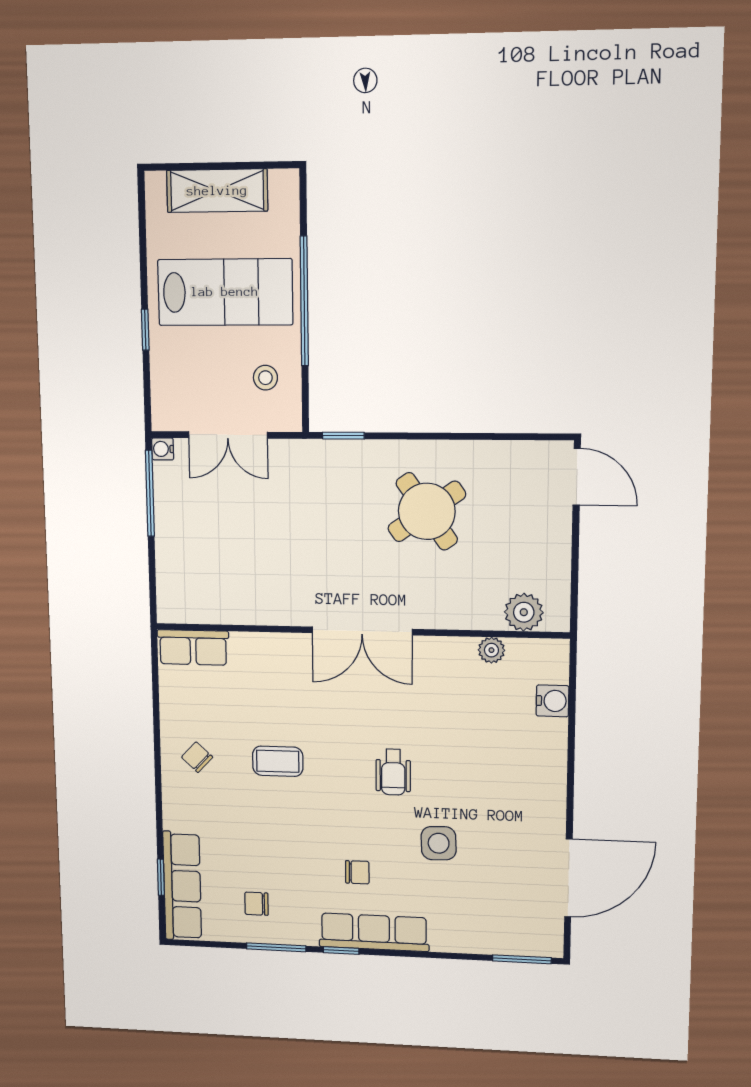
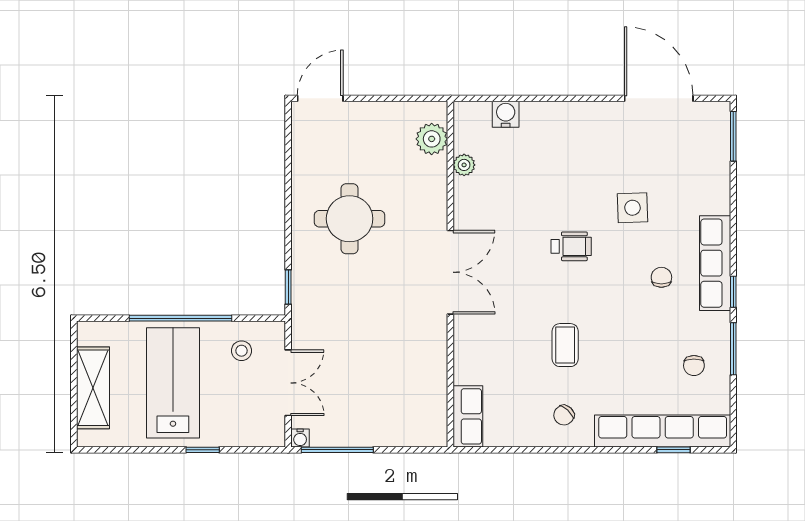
round table: (427, 511) -> (350, 219), turned 35
row of seats: (182, 886) -> (663, 431), width x1.36

